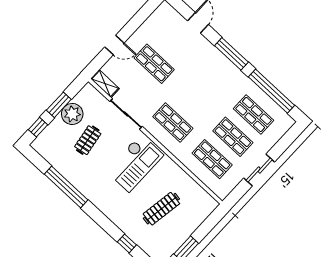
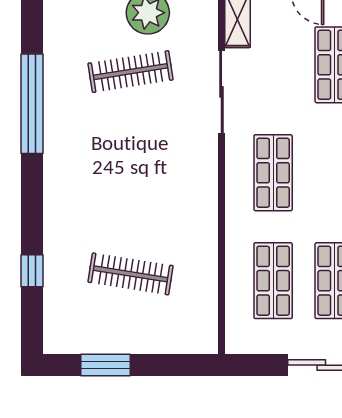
clothes rail: (88, 140) -> (131, 72), width x1.36
checkout: (135, 163) -> (161, 172), removed

